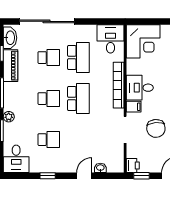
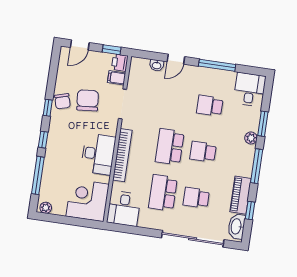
desk: (140, 88) -> (98, 154), width x1.37
filing cabinet: (134, 107) -> (117, 78), moved
window: (48, 176) -> (217, 65), width x2.17

